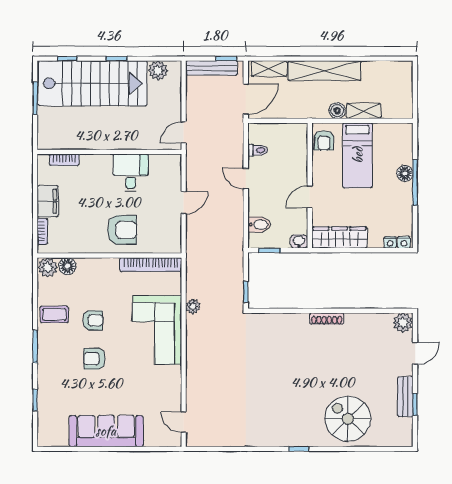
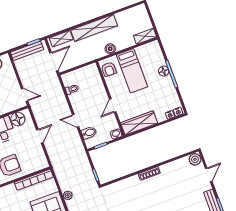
shelving: (364, 111) -> (145, 36), moved
door: (184, 132) -> (25, 95), swing flipped
floor lamp: (160, 165) -> (18, 119), added
door: (246, 178) -> (76, 121), moved

